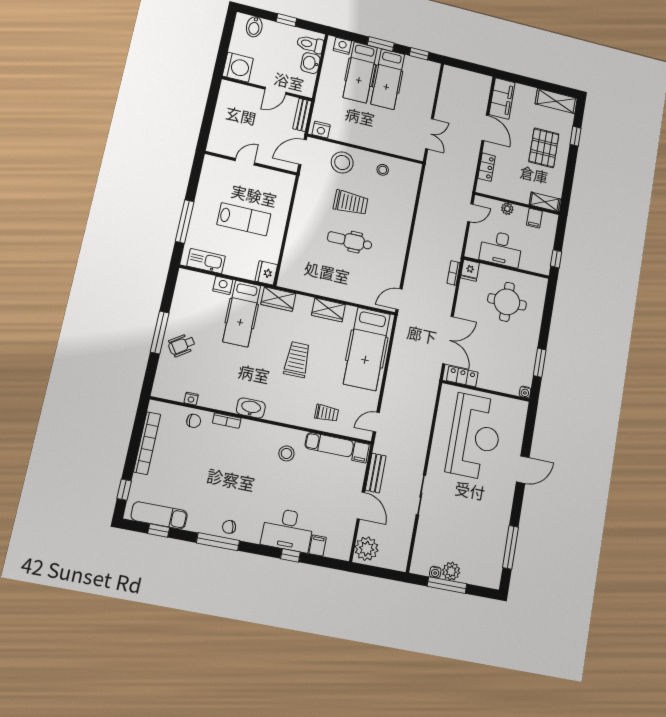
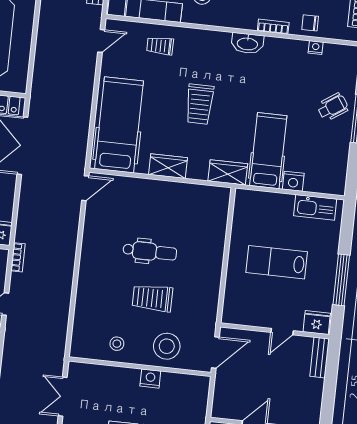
bench: (302, 115) -> (320, 358), moved
nightstand: (321, 130) -> (150, 379), moved
window: (185, 222) -> (341, 280), moved
fridge: (266, 273) -> (317, 323), moved, turned -90
bookcase: (453, 273) -> (18, 257), moved

